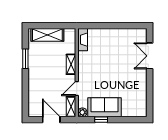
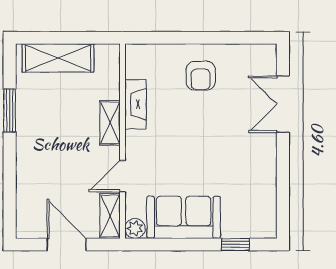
fireplace: (83, 40) -> (135, 104), moved
armchair: (112, 43) -> (201, 76), added
window: (101, 120) -> (236, 244), moved

